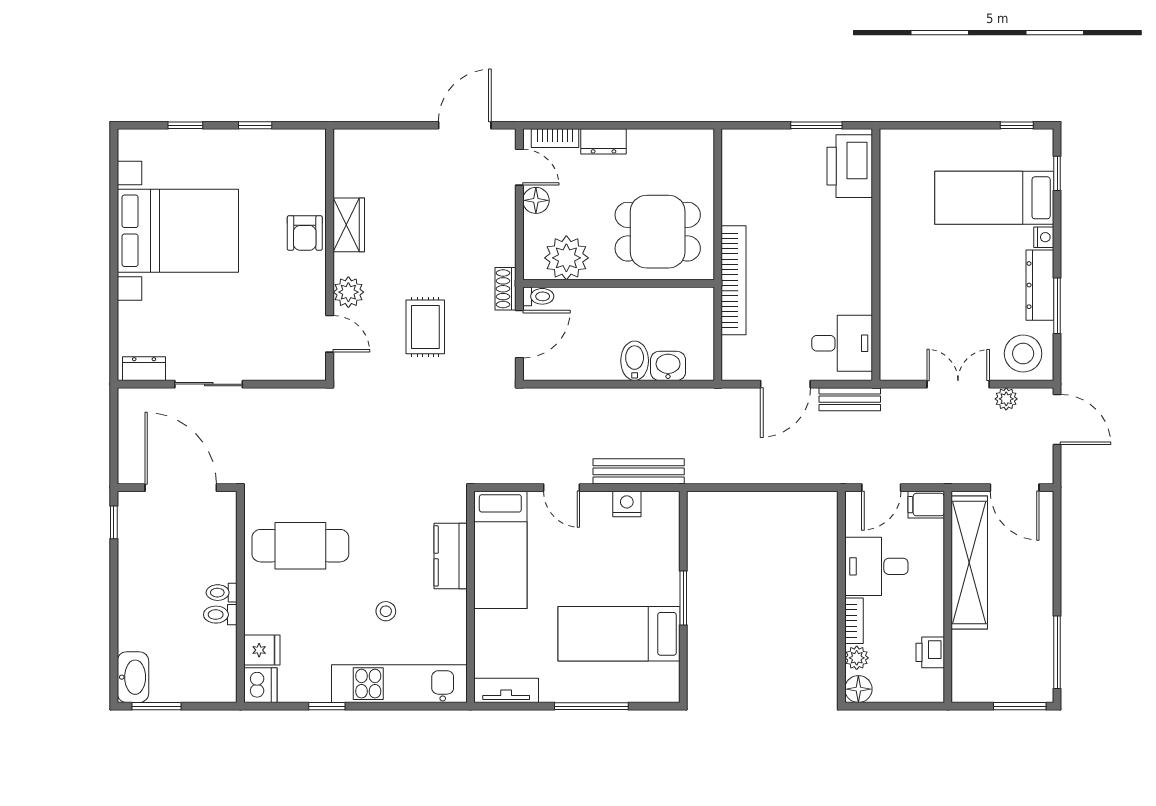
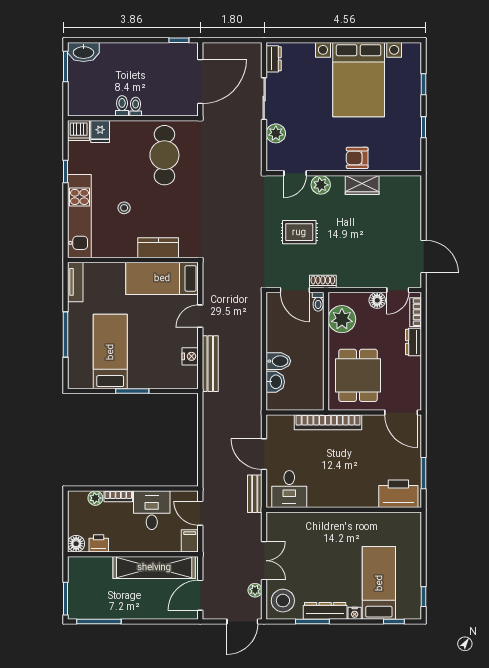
door: (718, 162) -> (401, 412), added
plant: (265, 365) -> (276, 133), added
floor lamp: (858, 689) -> (76, 544), moved

